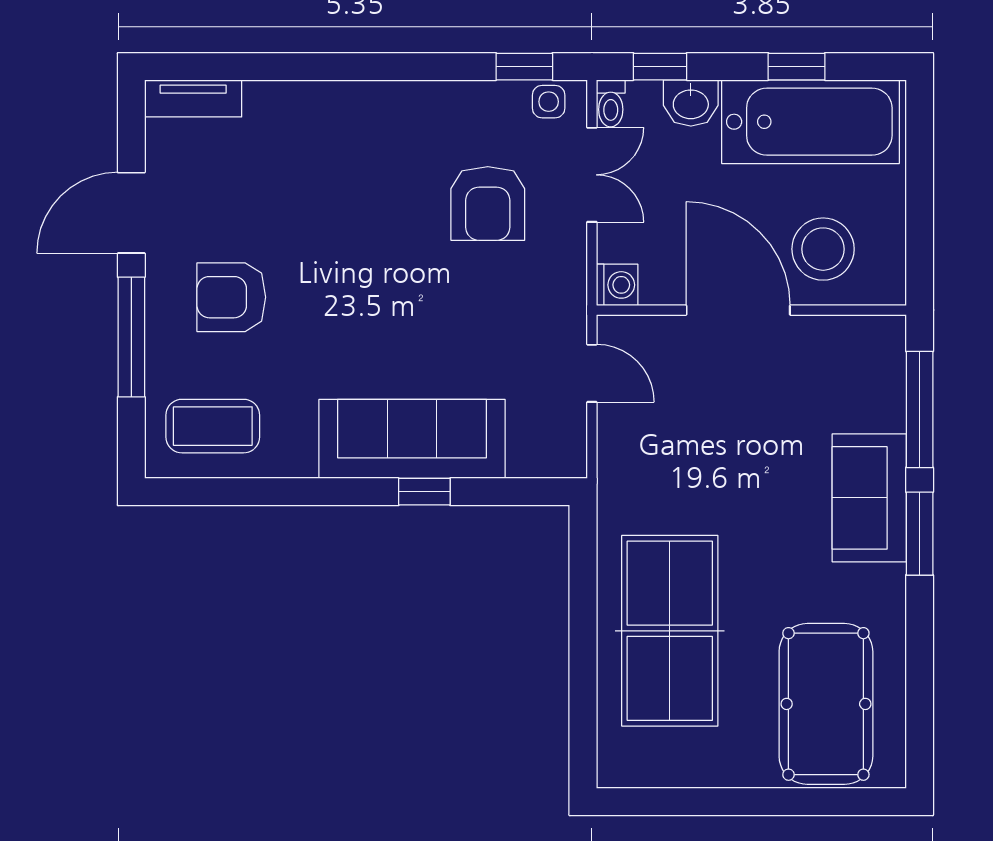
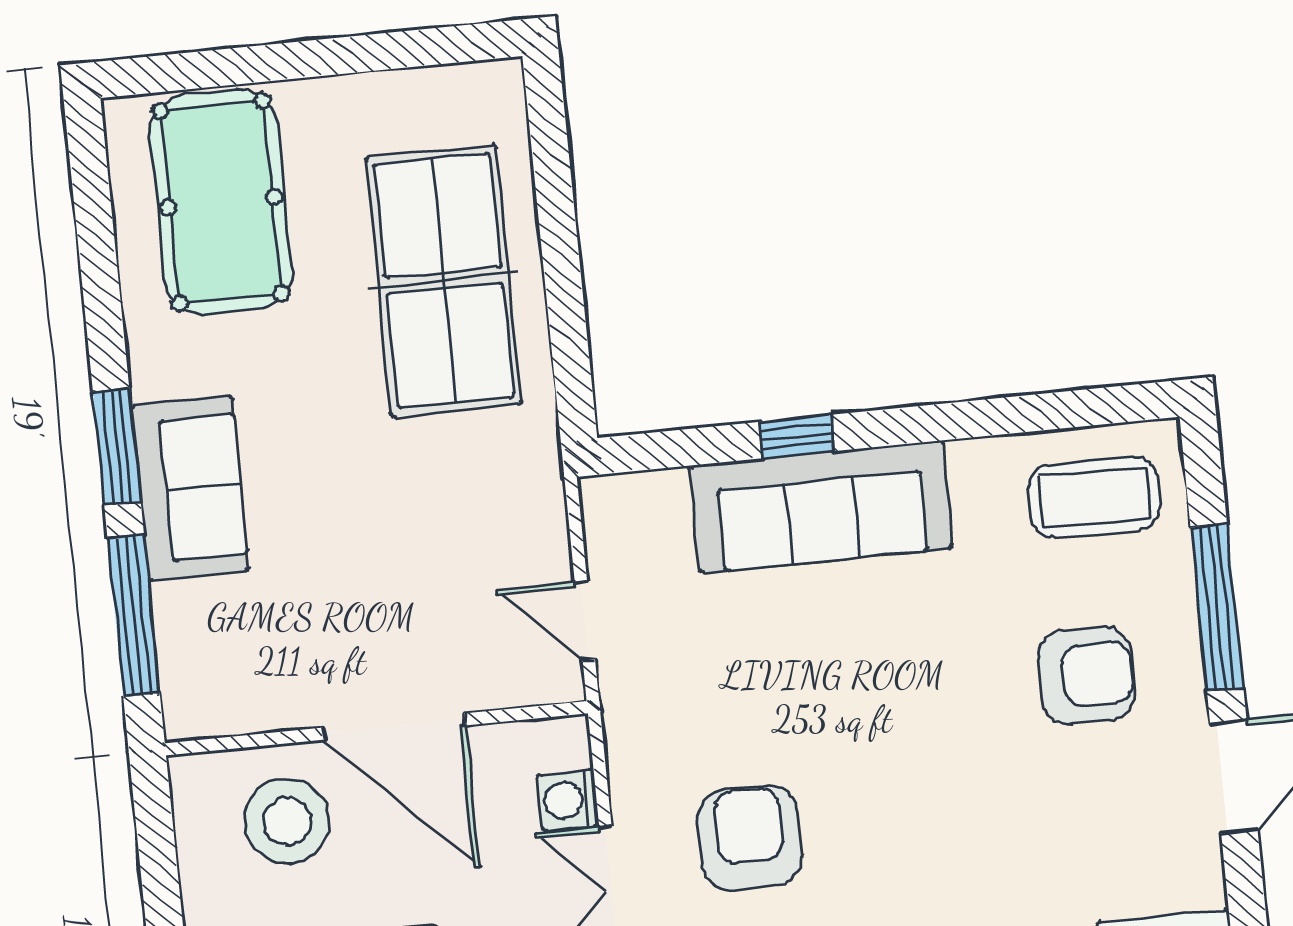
washing machine: (617, 285) -> (568, 800), moved

